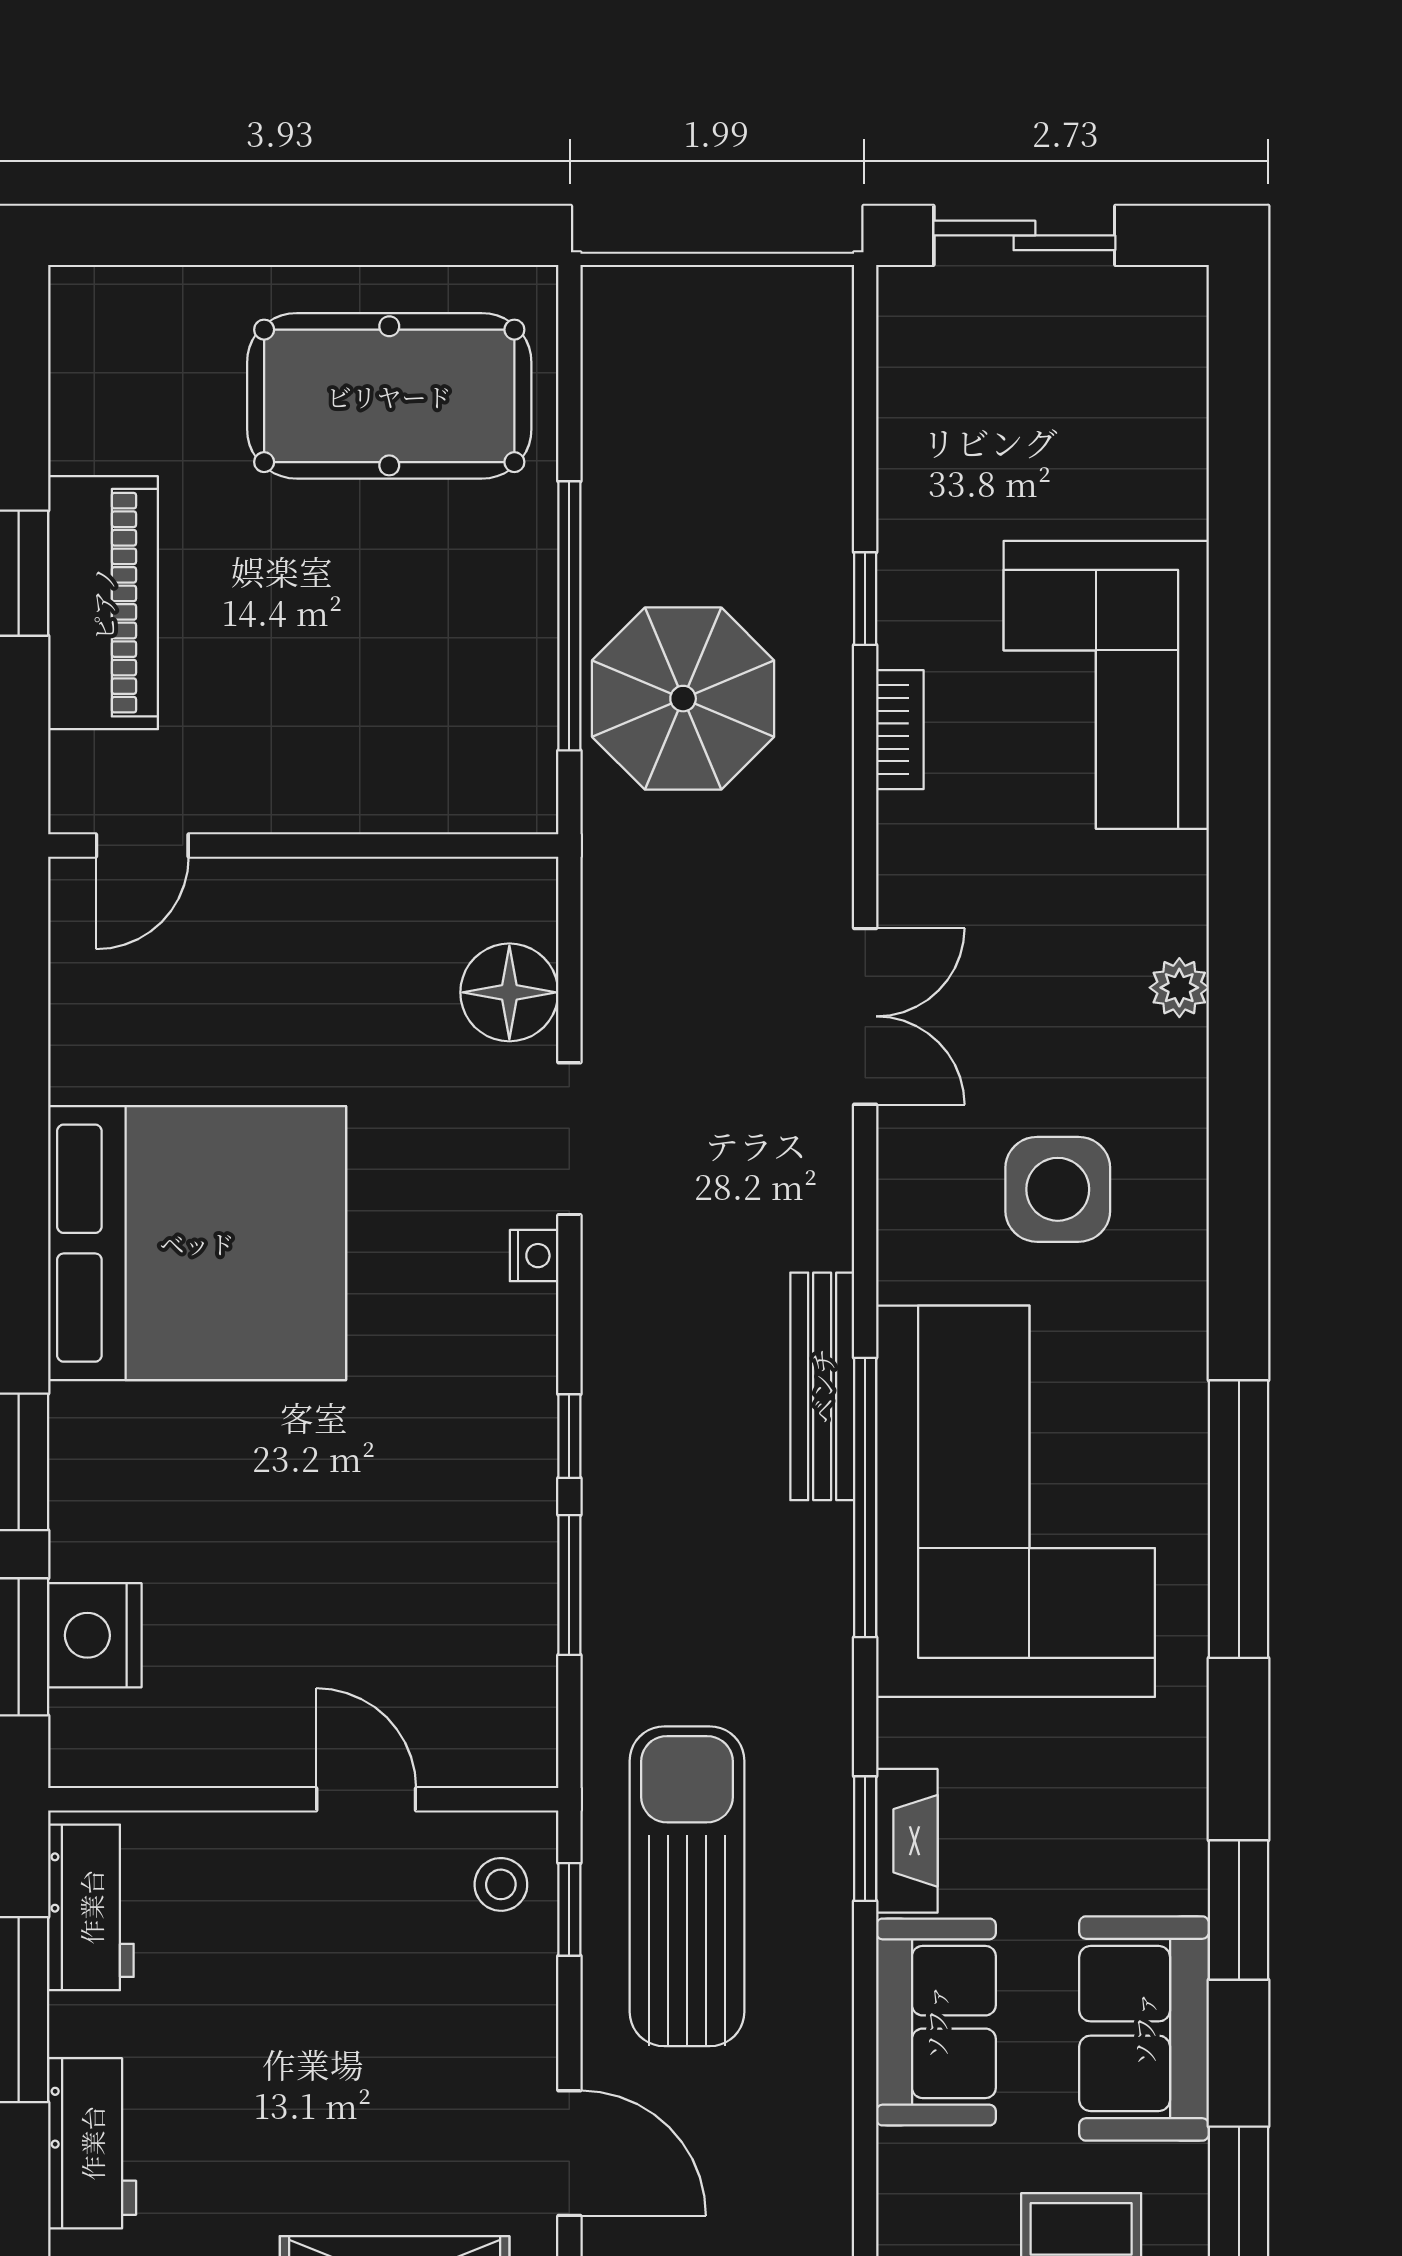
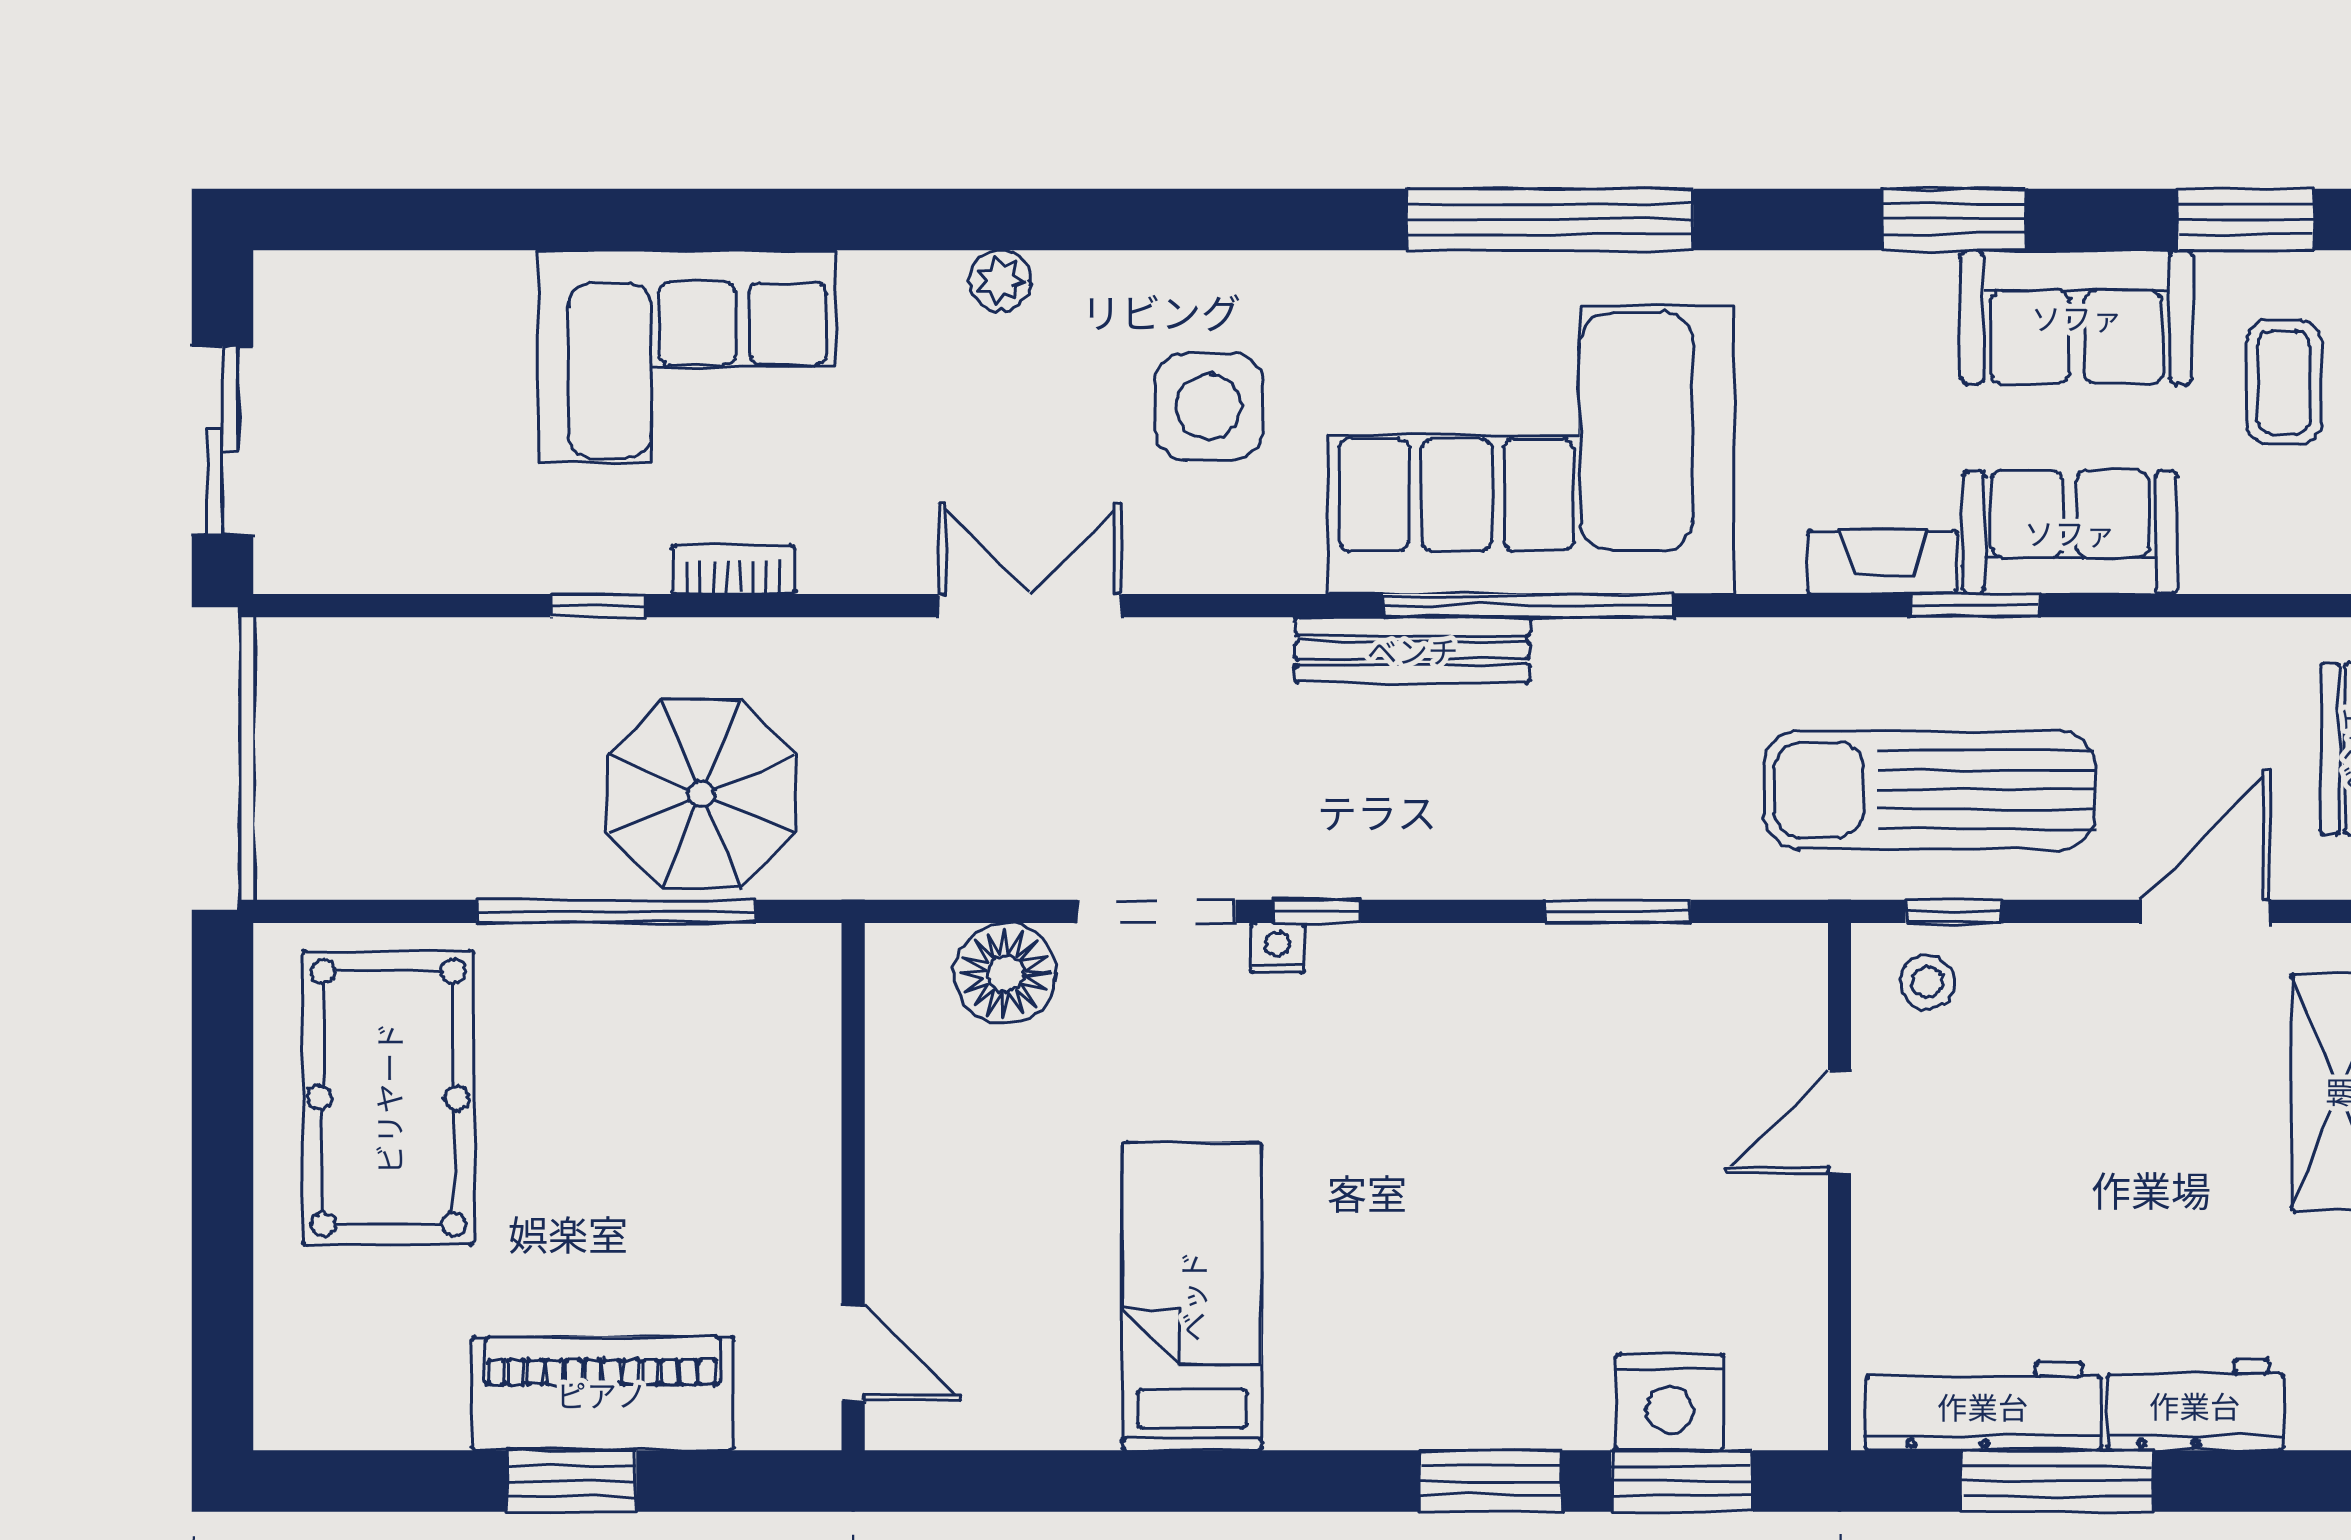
bed: (197, 1243) -> (1192, 1296), width x0.49
window: (569, 1436) -> (1317, 911), moved
window: (865, 1839) -> (1975, 606), moved
workbench: (91, 1907) -> (1983, 1406), width x1.38

